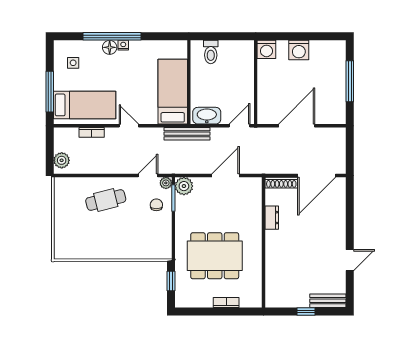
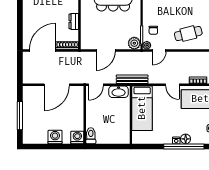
toilet: (211, 52) -> (91, 136), moved

